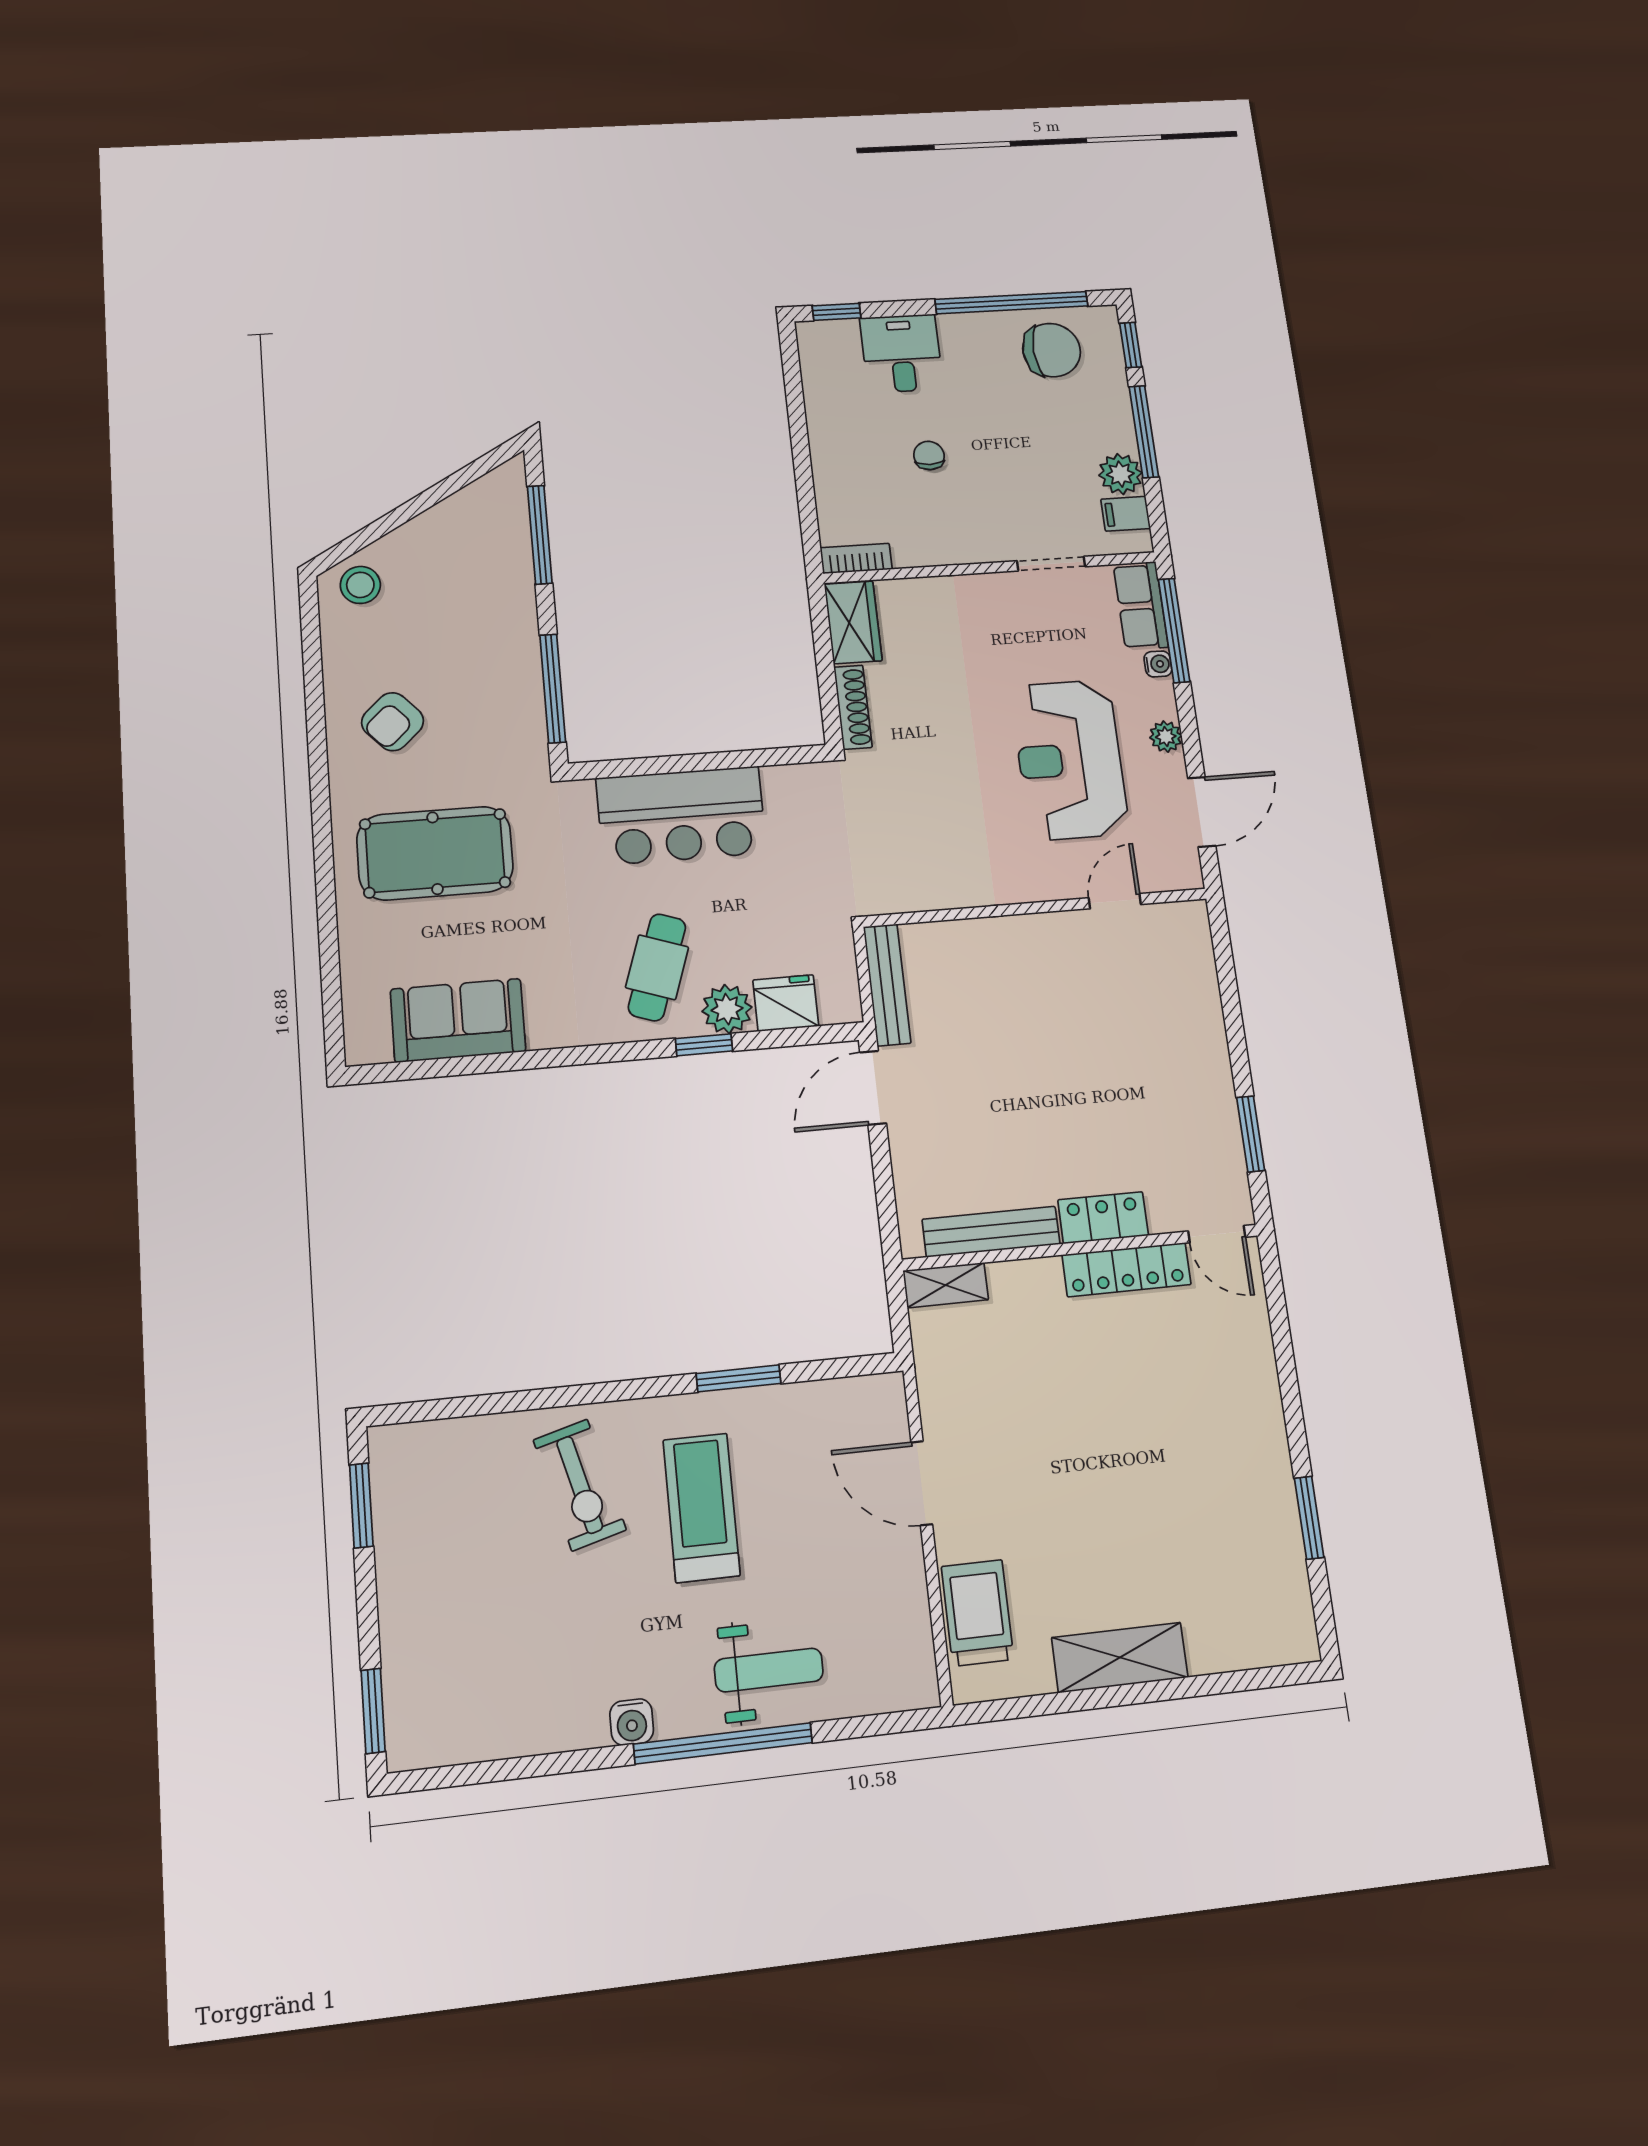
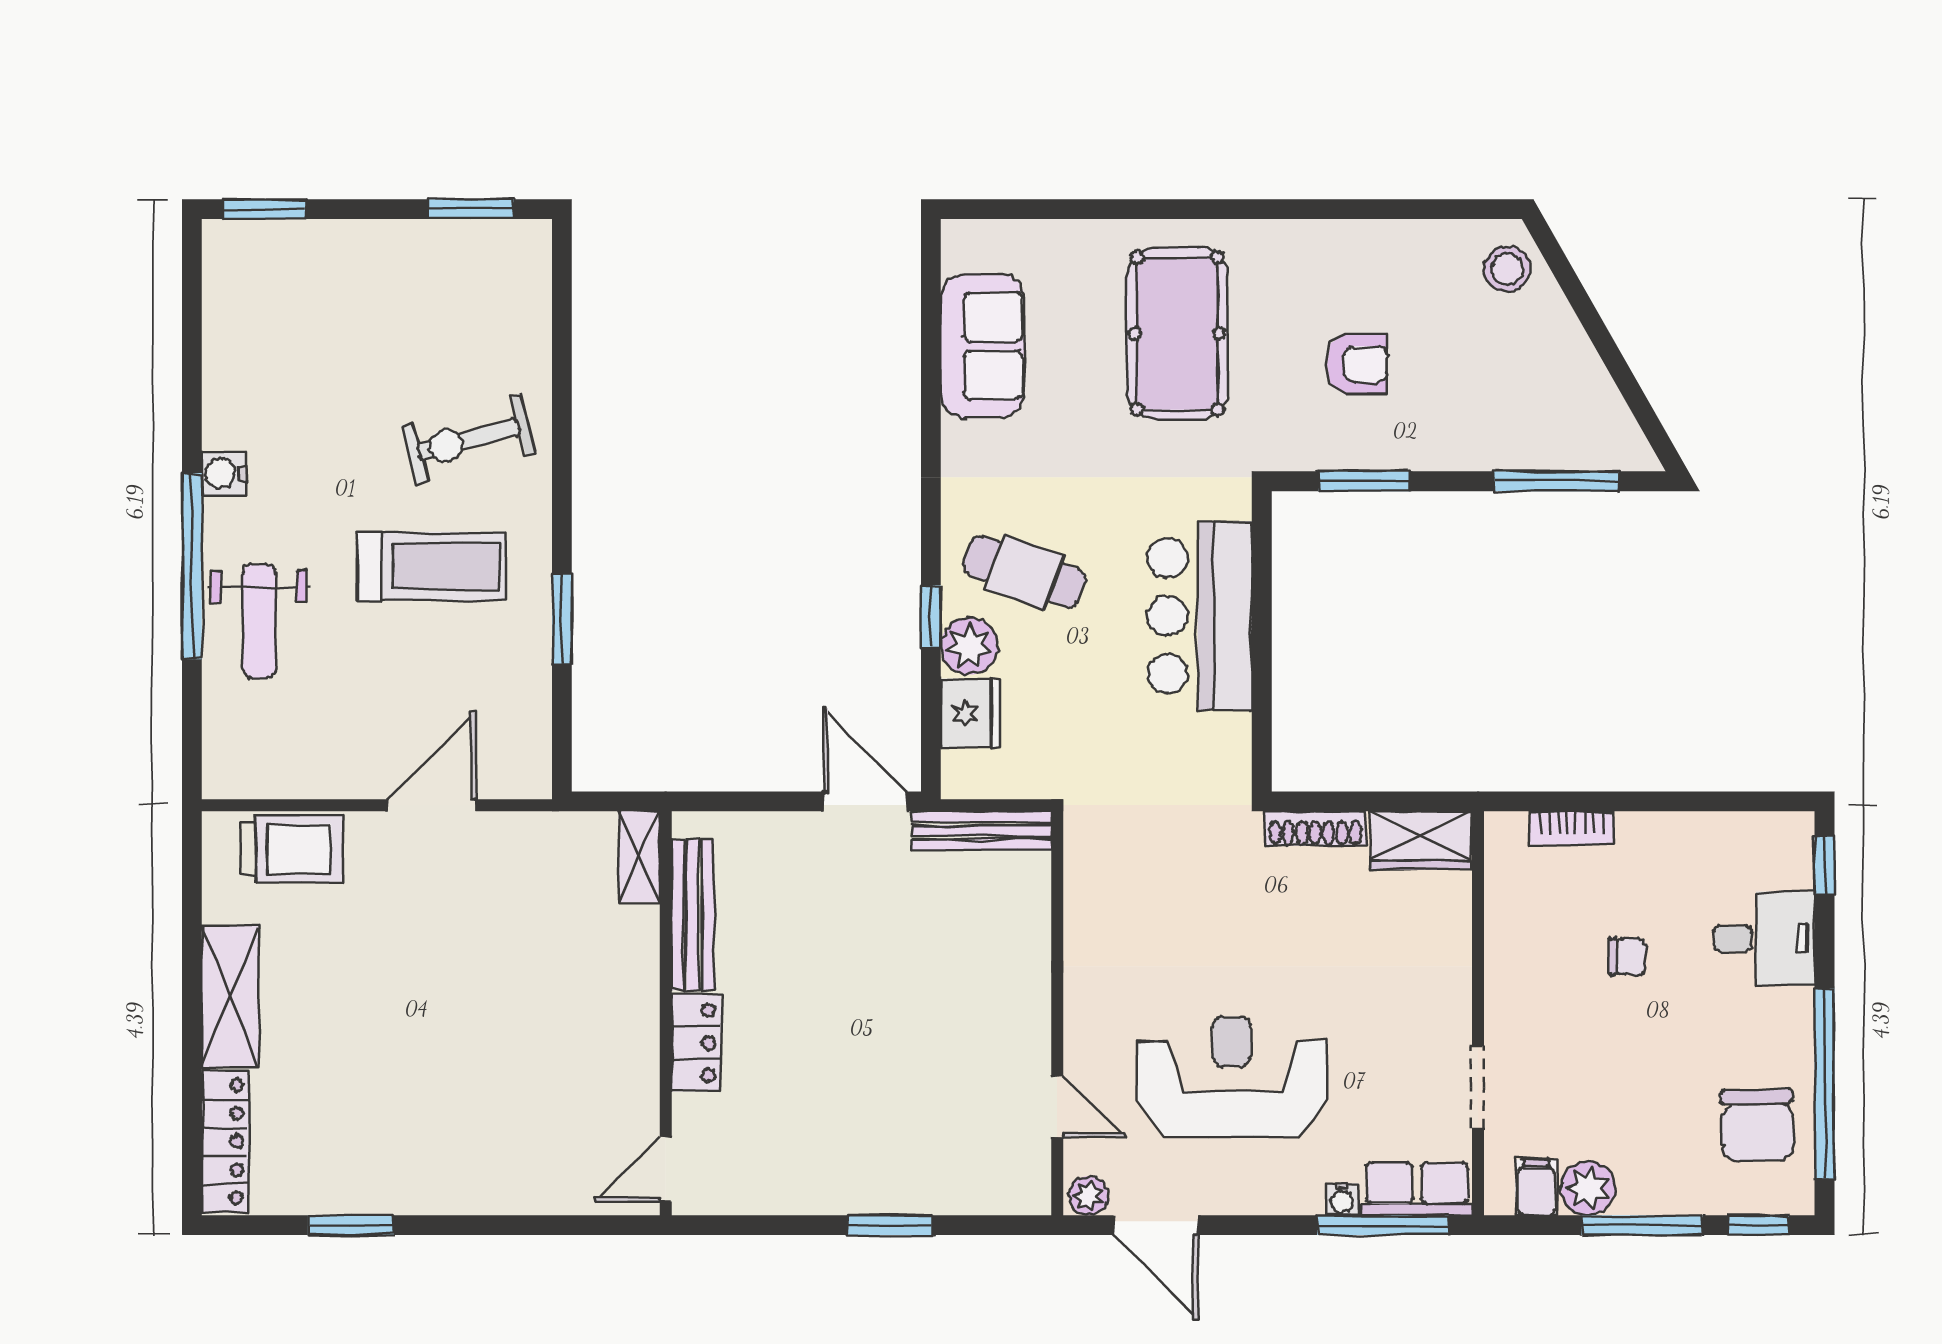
bookcase: (856, 559) -> (1571, 828), moved, turned 90
window: (553, 688) -> (1364, 481), width x0.69
armchair: (393, 722) -> (1357, 364), moved, turned 133
plant: (1166, 737) -> (1089, 1196), moved
window: (1251, 1134) -> (890, 1225), moved
locker: (1127, 1270) -> (225, 1142), moved, turned 180

